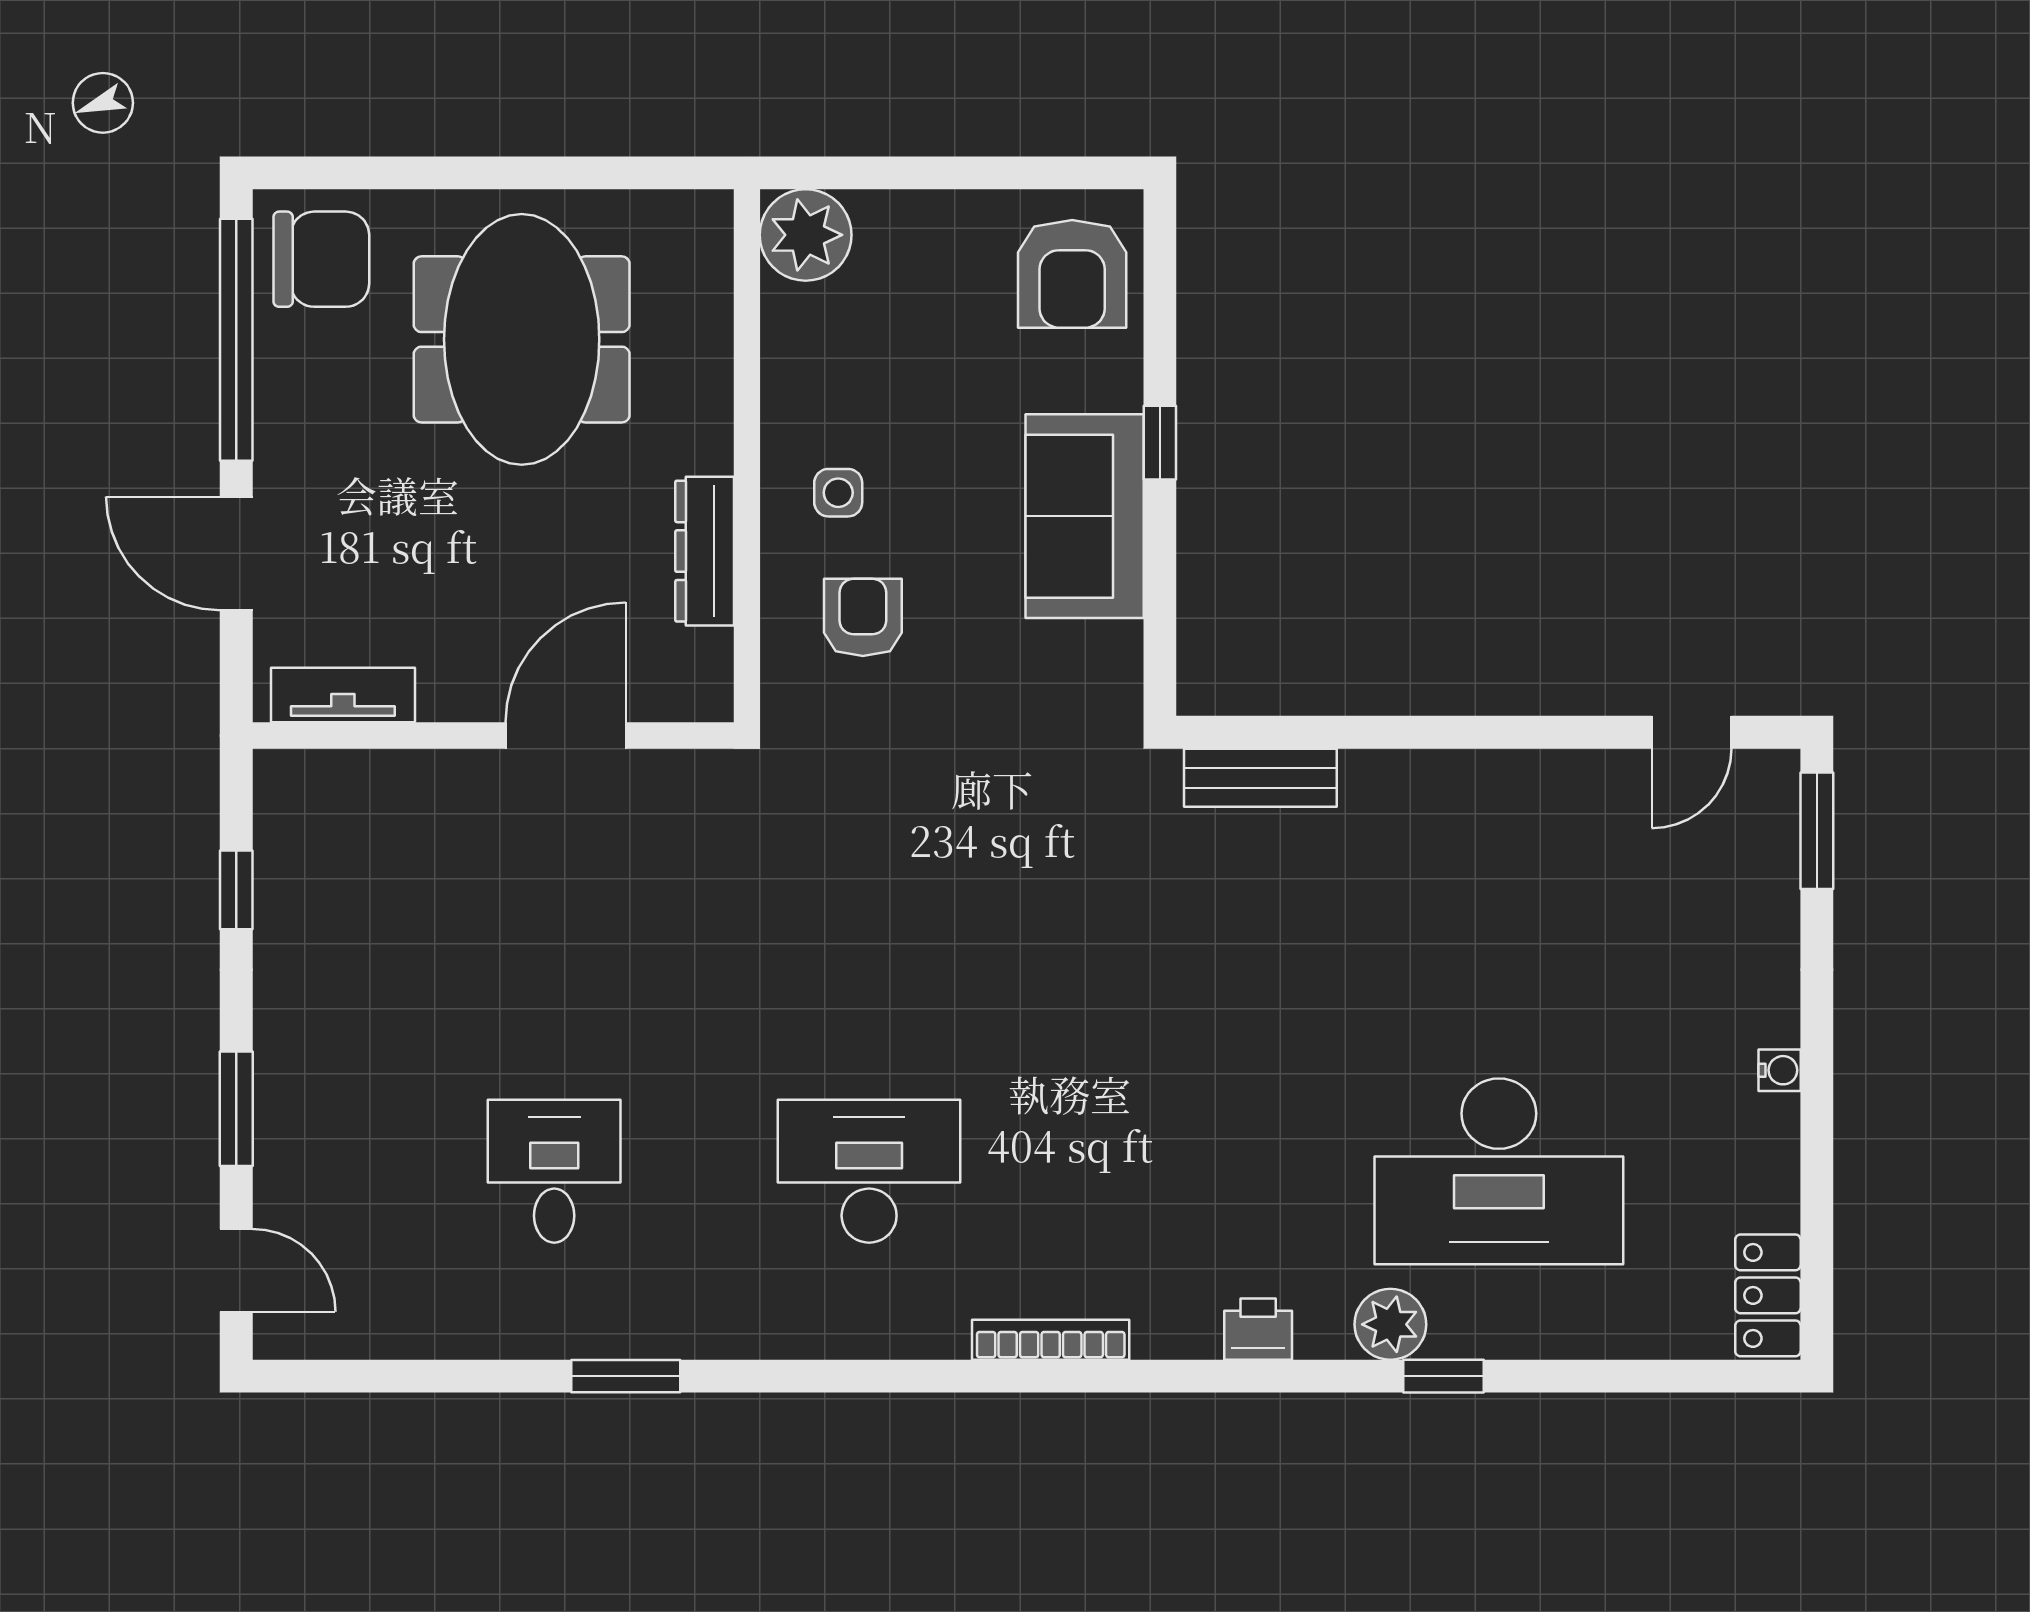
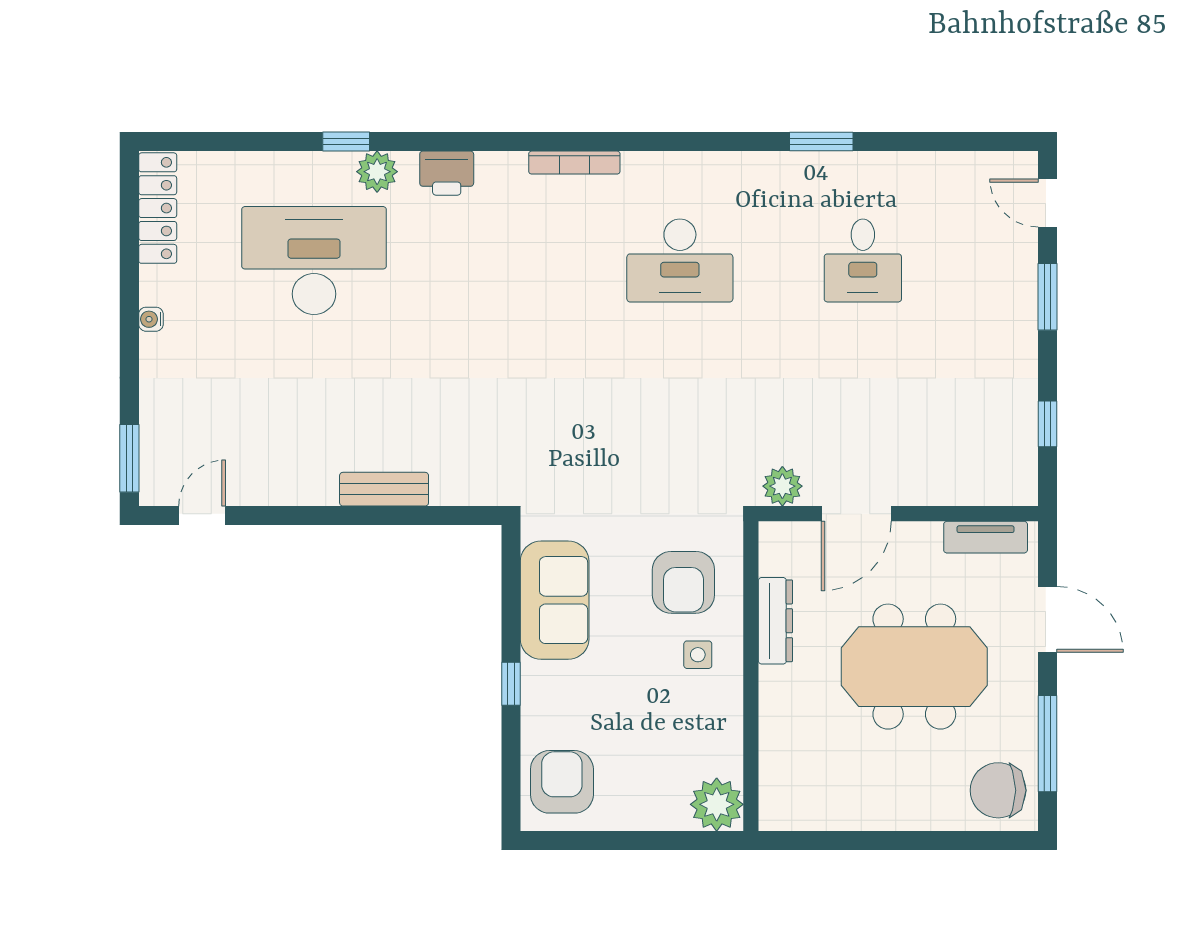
meeting table: (522, 339) -> (914, 667), moved, turned 90
window: (236, 340) -> (1048, 744), width x0.68
sofa: (1085, 516) -> (555, 600), moved
armchair: (863, 617) -> (683, 582), width x1.38, depth x1.38
bench: (1260, 778) -> (384, 489), moved
plant: (693, 783) -> (782, 486), added
locker: (1768, 1295) -> (158, 208), width x1.53
printer: (1258, 1329) -> (447, 173), width x1.36, depth x1.24

